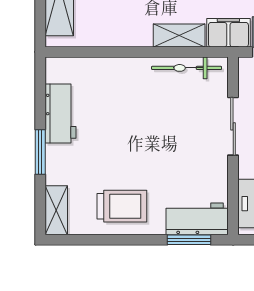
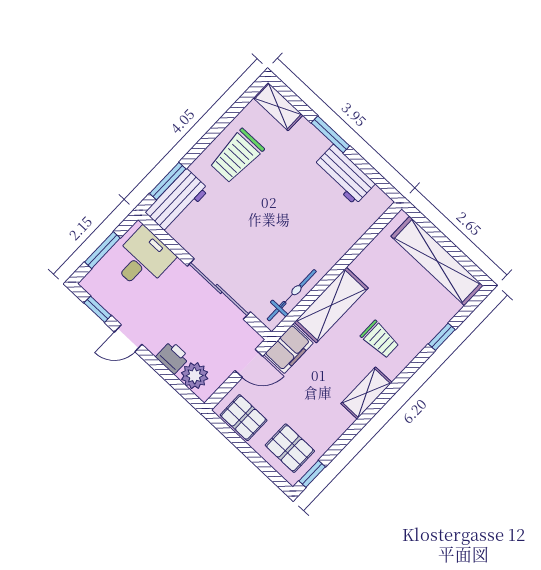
shelving: (179, 35) -> (331, 305), width x1.50, depth x1.33
sliding door: (233, 126) -> (219, 289), width x1.37

